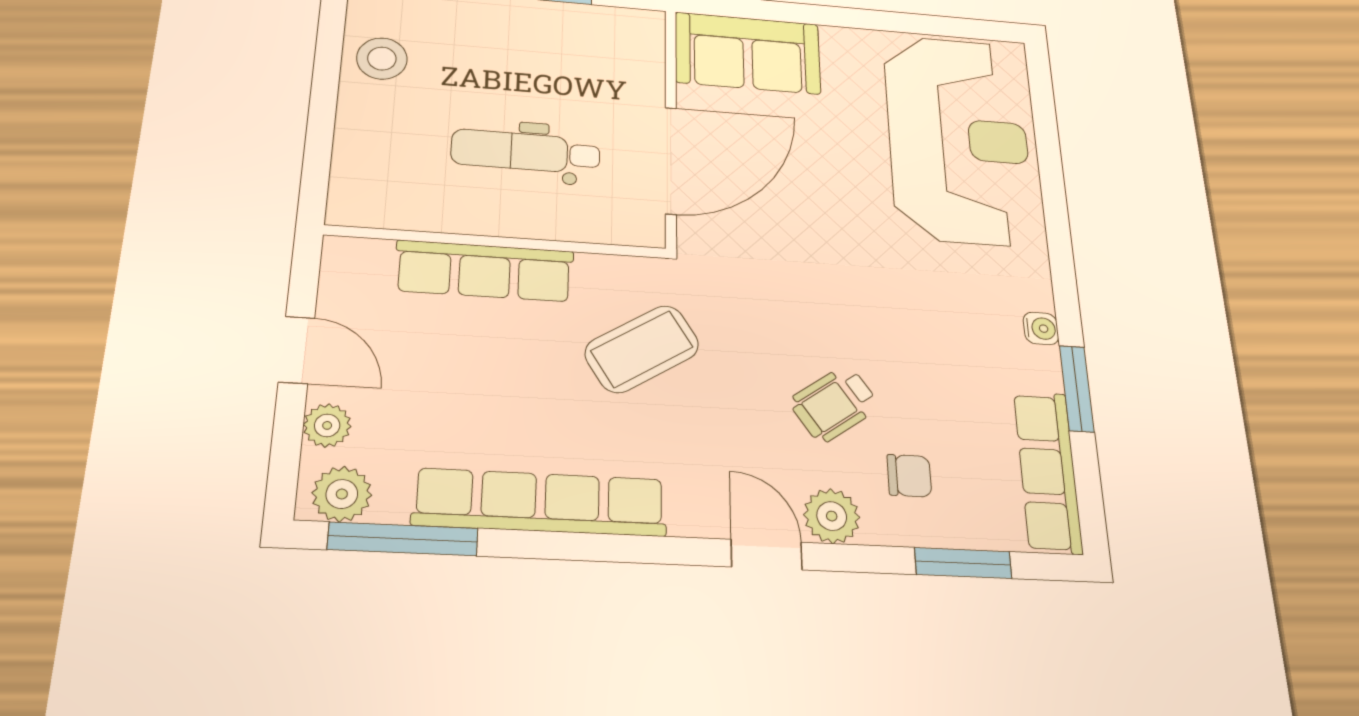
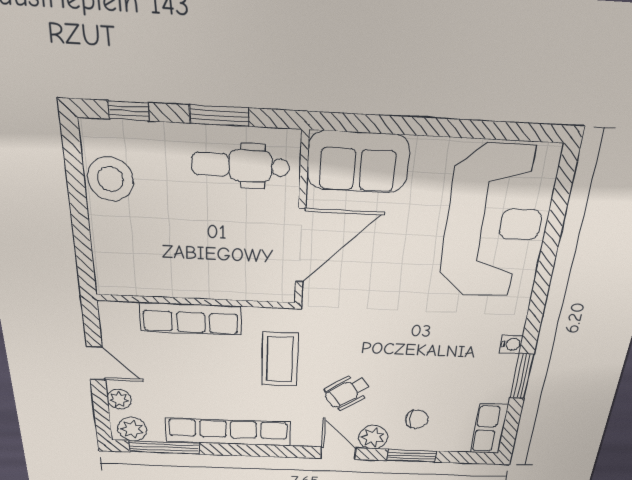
stool: (382, 59) -> (110, 179), width x1.38, depth x1.38
dental chair: (526, 152) -> (241, 166), moved
coffee table: (642, 349) -> (280, 360), turned -58
wheelchair: (834, 404) -> (347, 392), moved
row of seats: (1048, 472) -> (489, 429), width x0.68
window: (963, 563) -> (412, 456), moved

